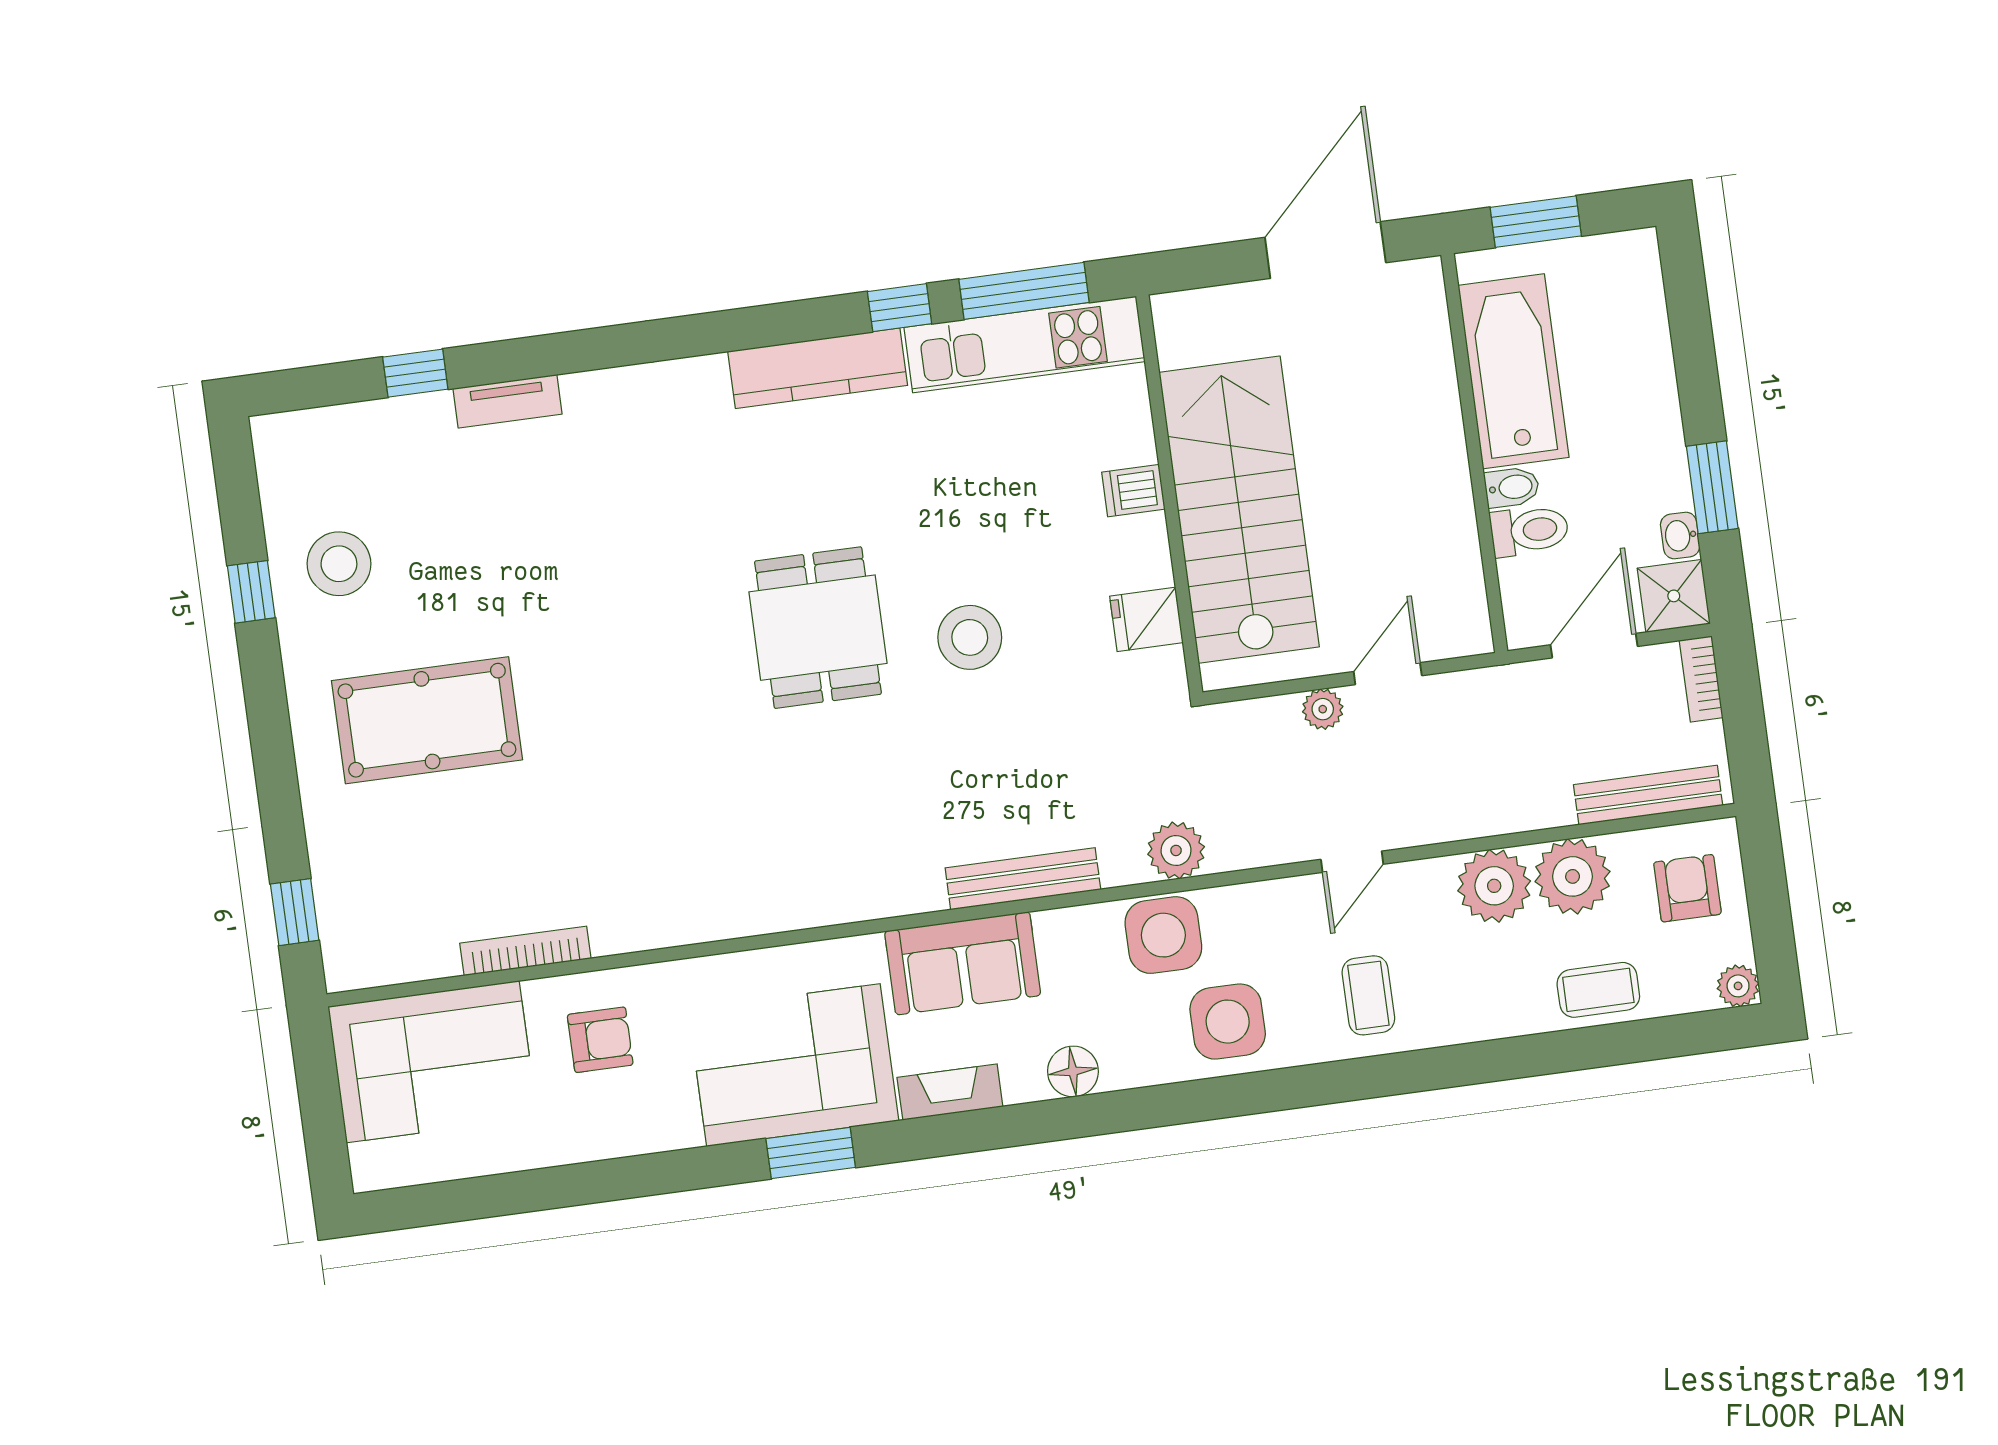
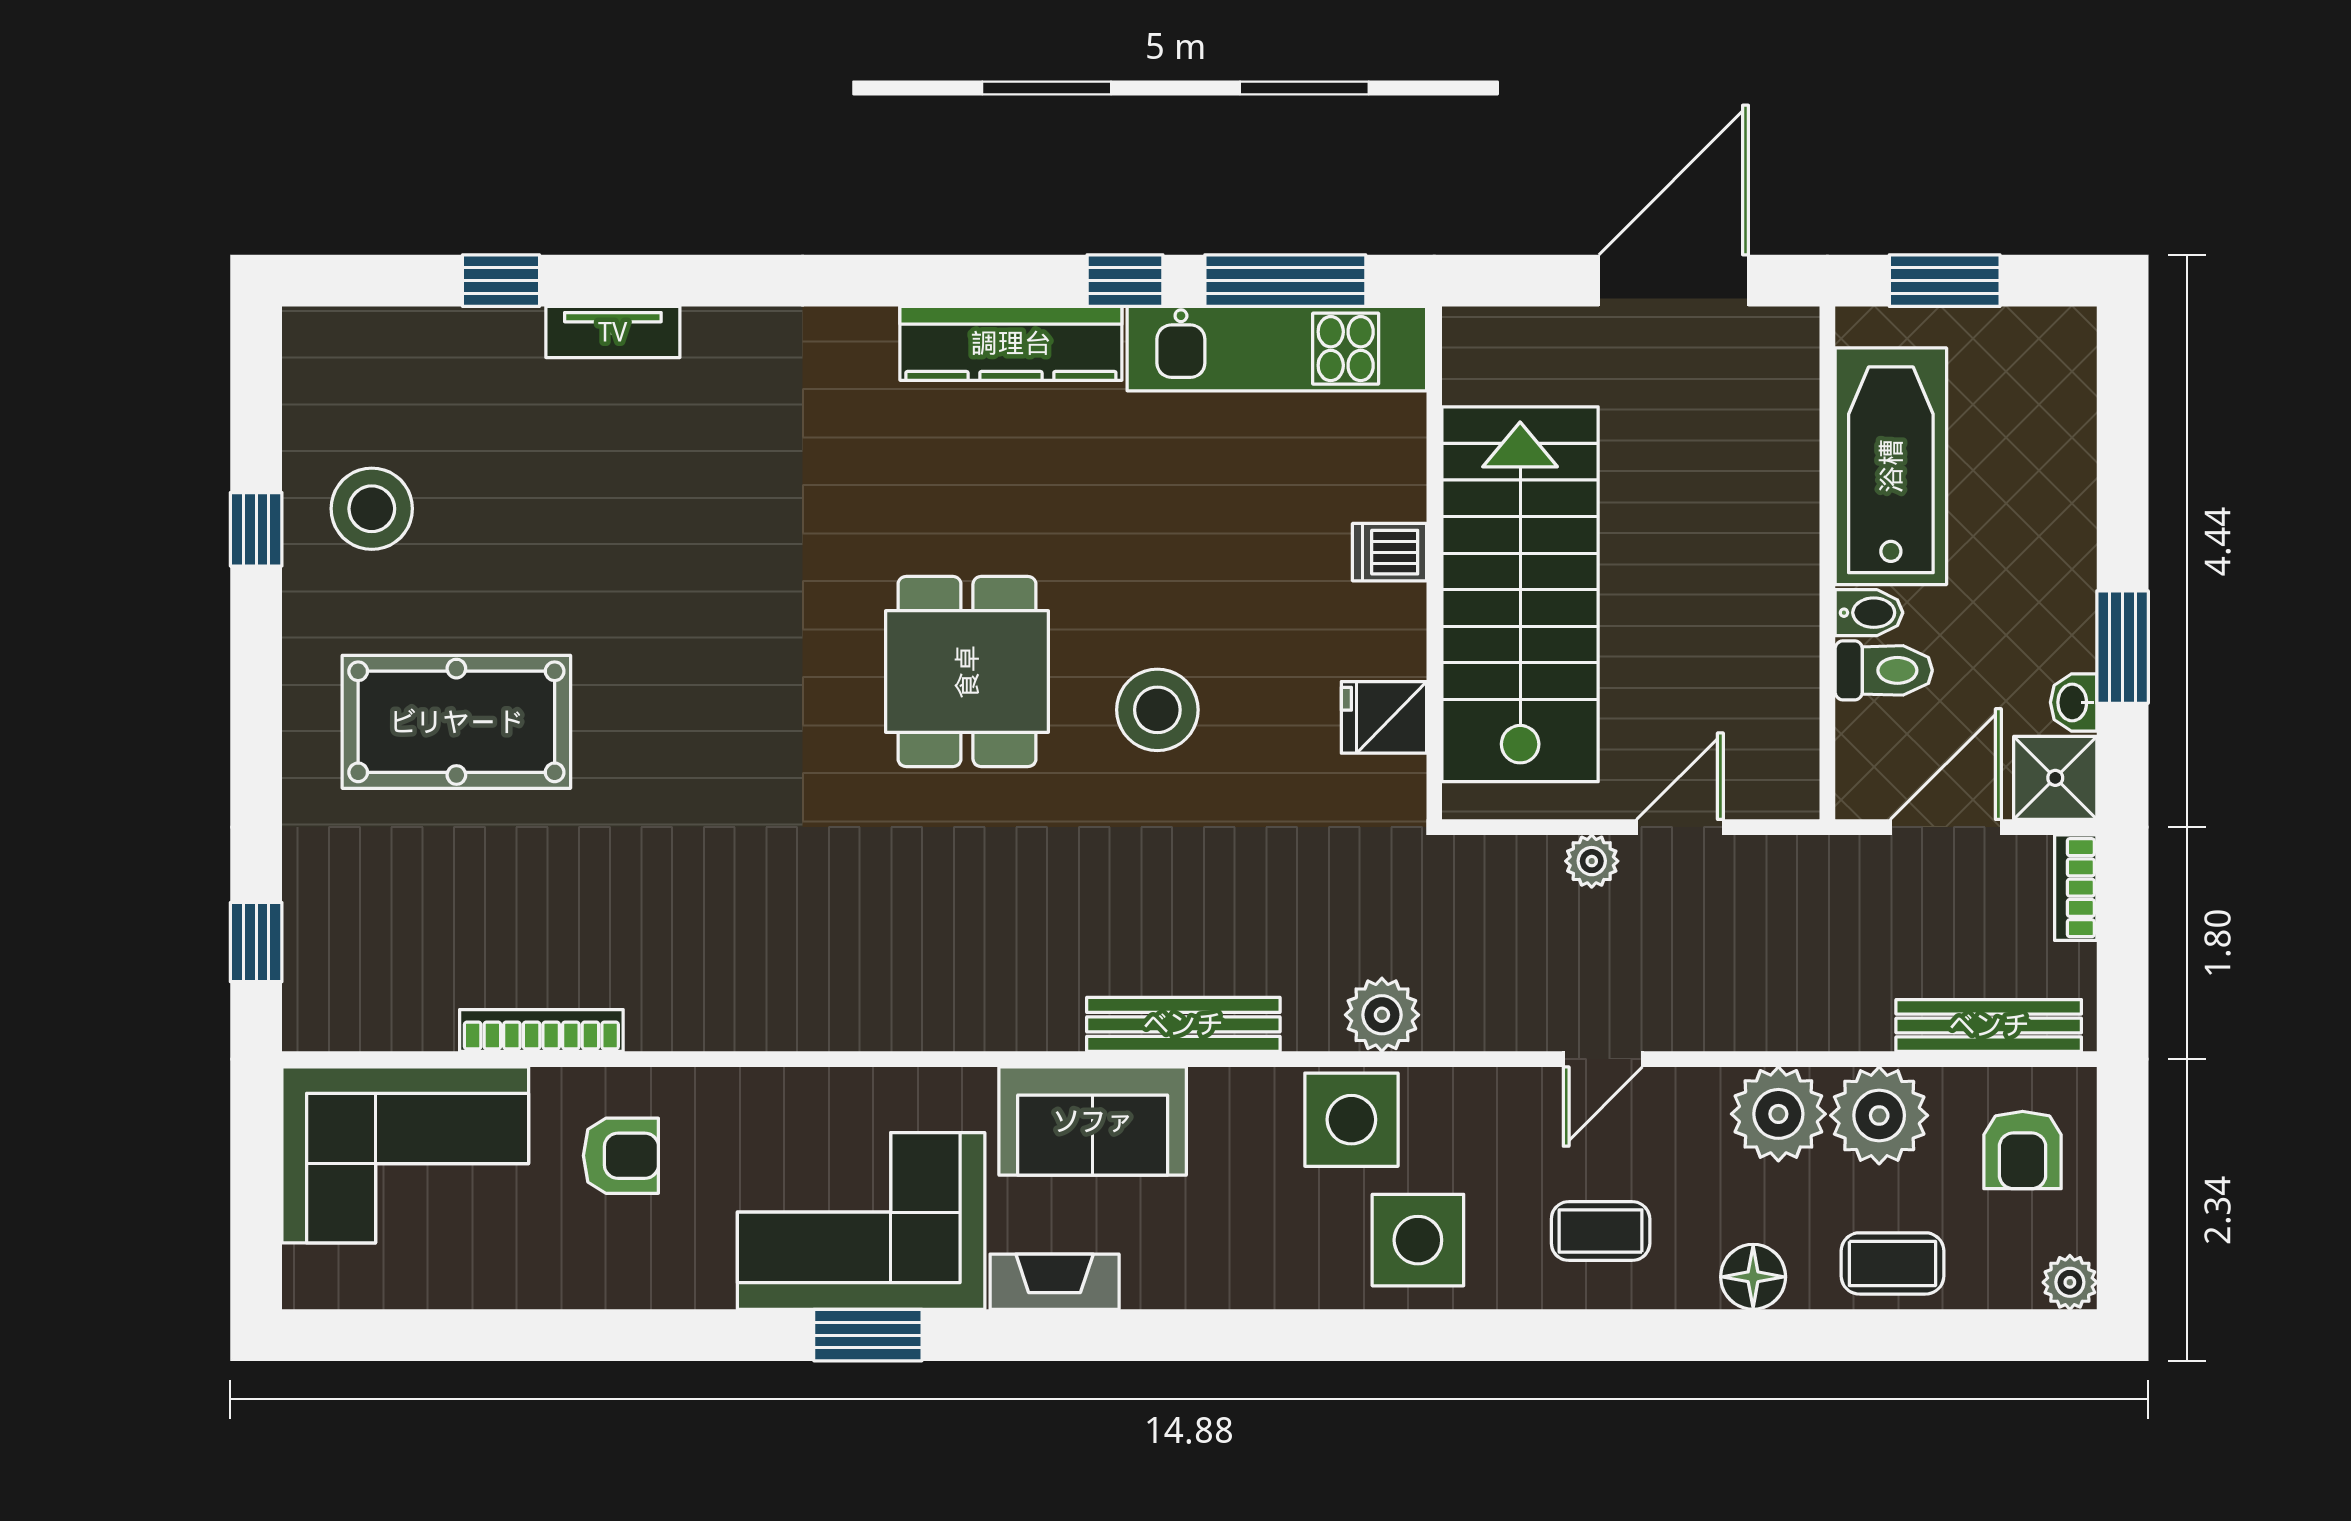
armchair: (1687, 888) -> (2023, 1150), turned 180
coffee table: (1368, 995) -> (1601, 1231), turned 90
floor lamp: (1073, 1071) -> (1753, 1277), moved

